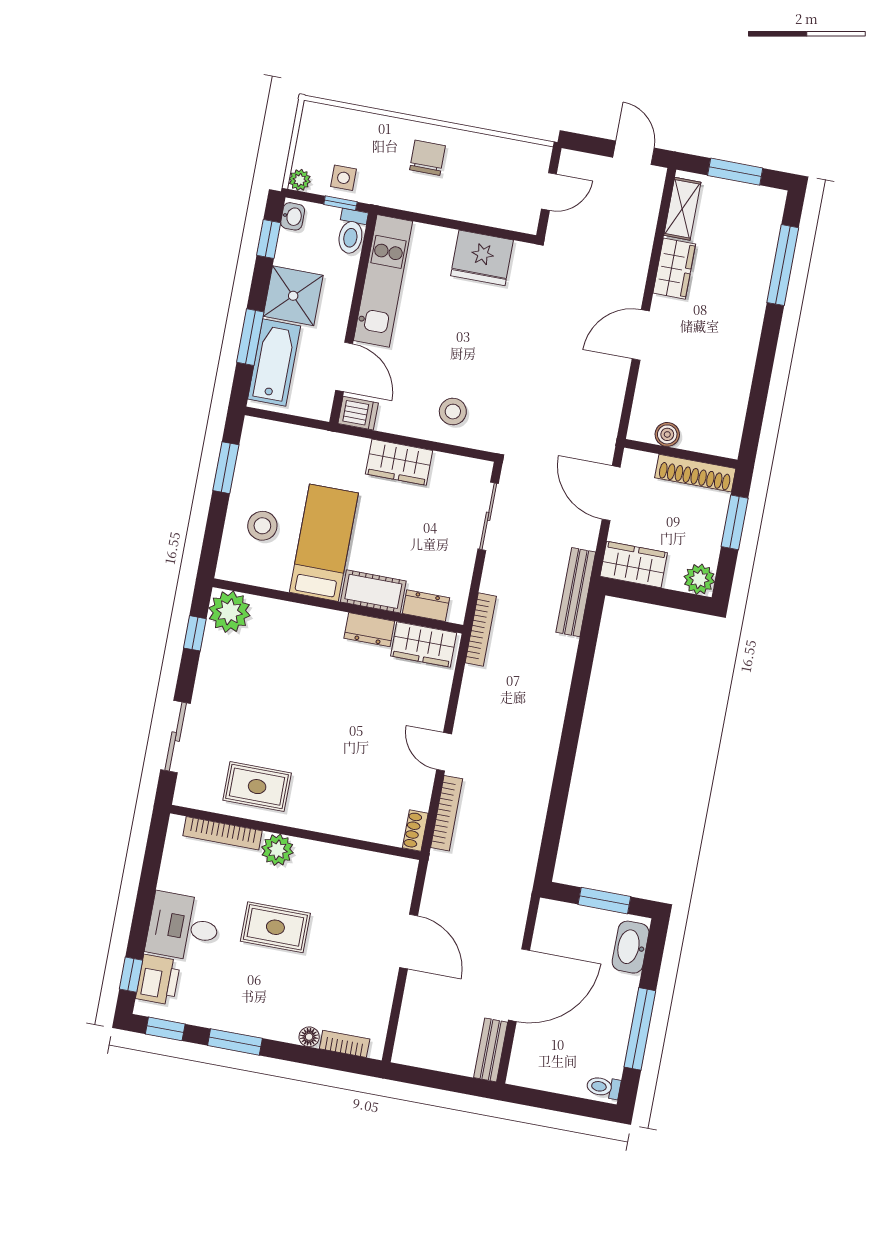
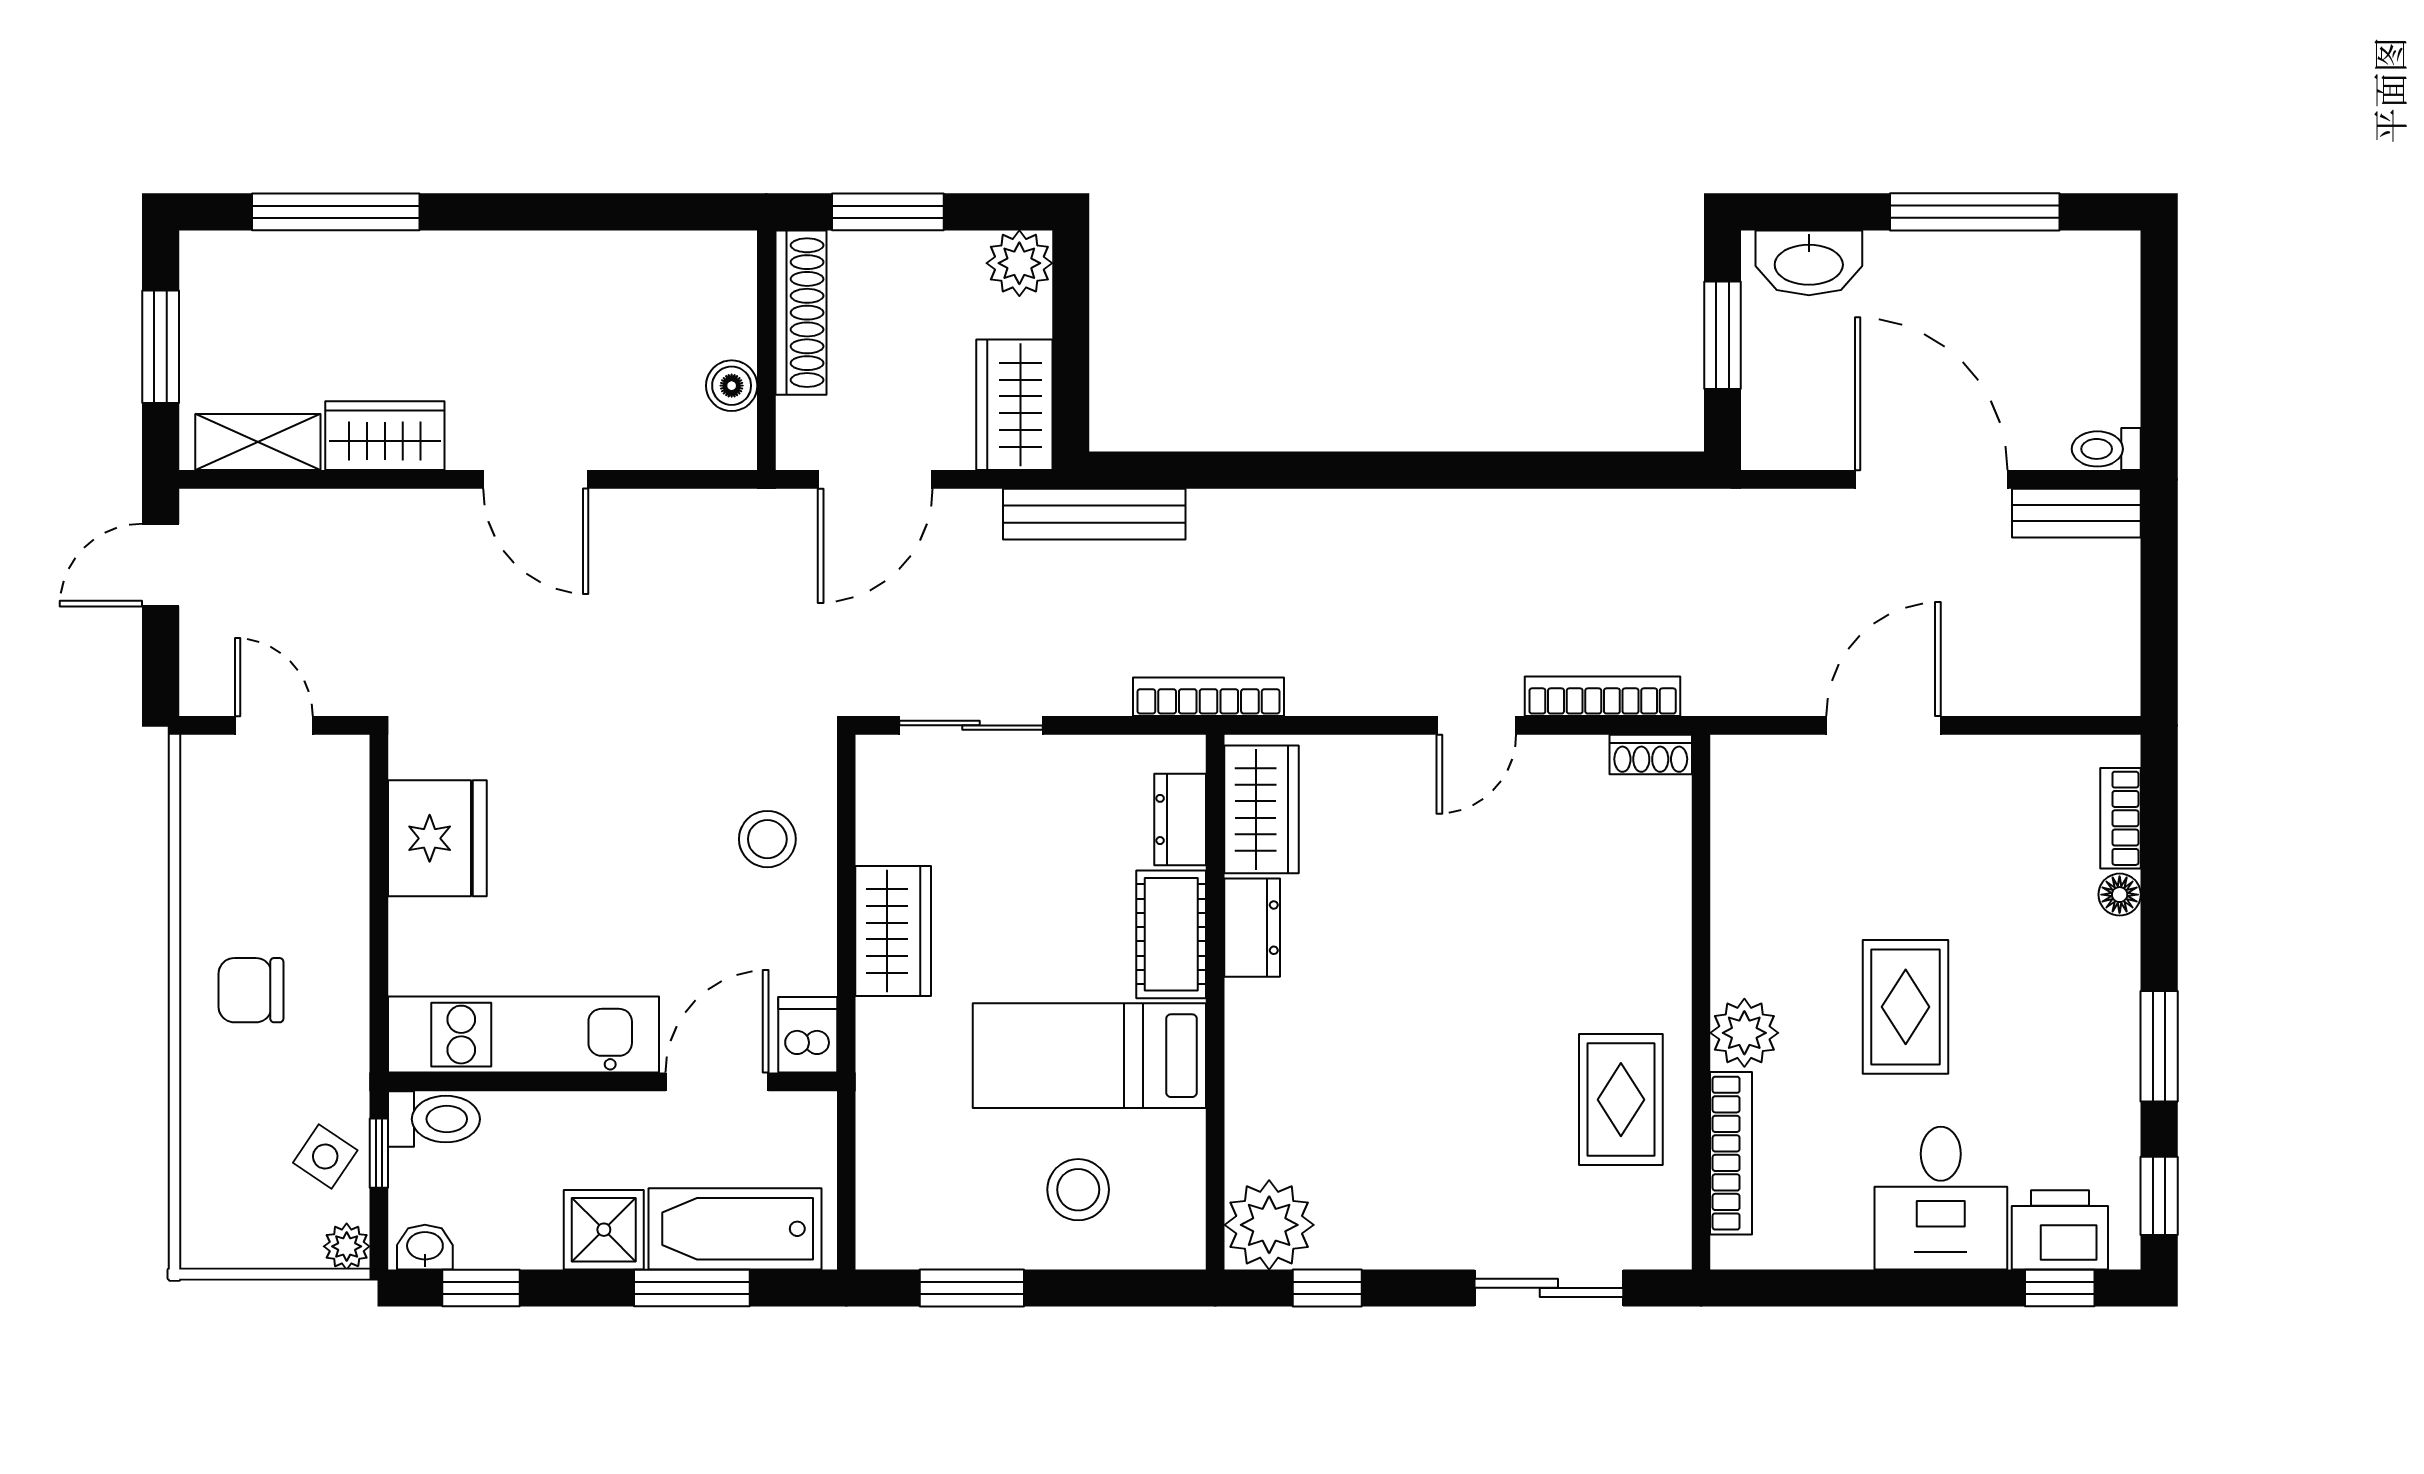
side table: (343, 178) -> (325, 1157), turned 34
shower: (293, 296) -> (604, 1230), width x0.73, depth x0.73
toilet: (603, 1087) -> (2106, 449), moved, turned 90

